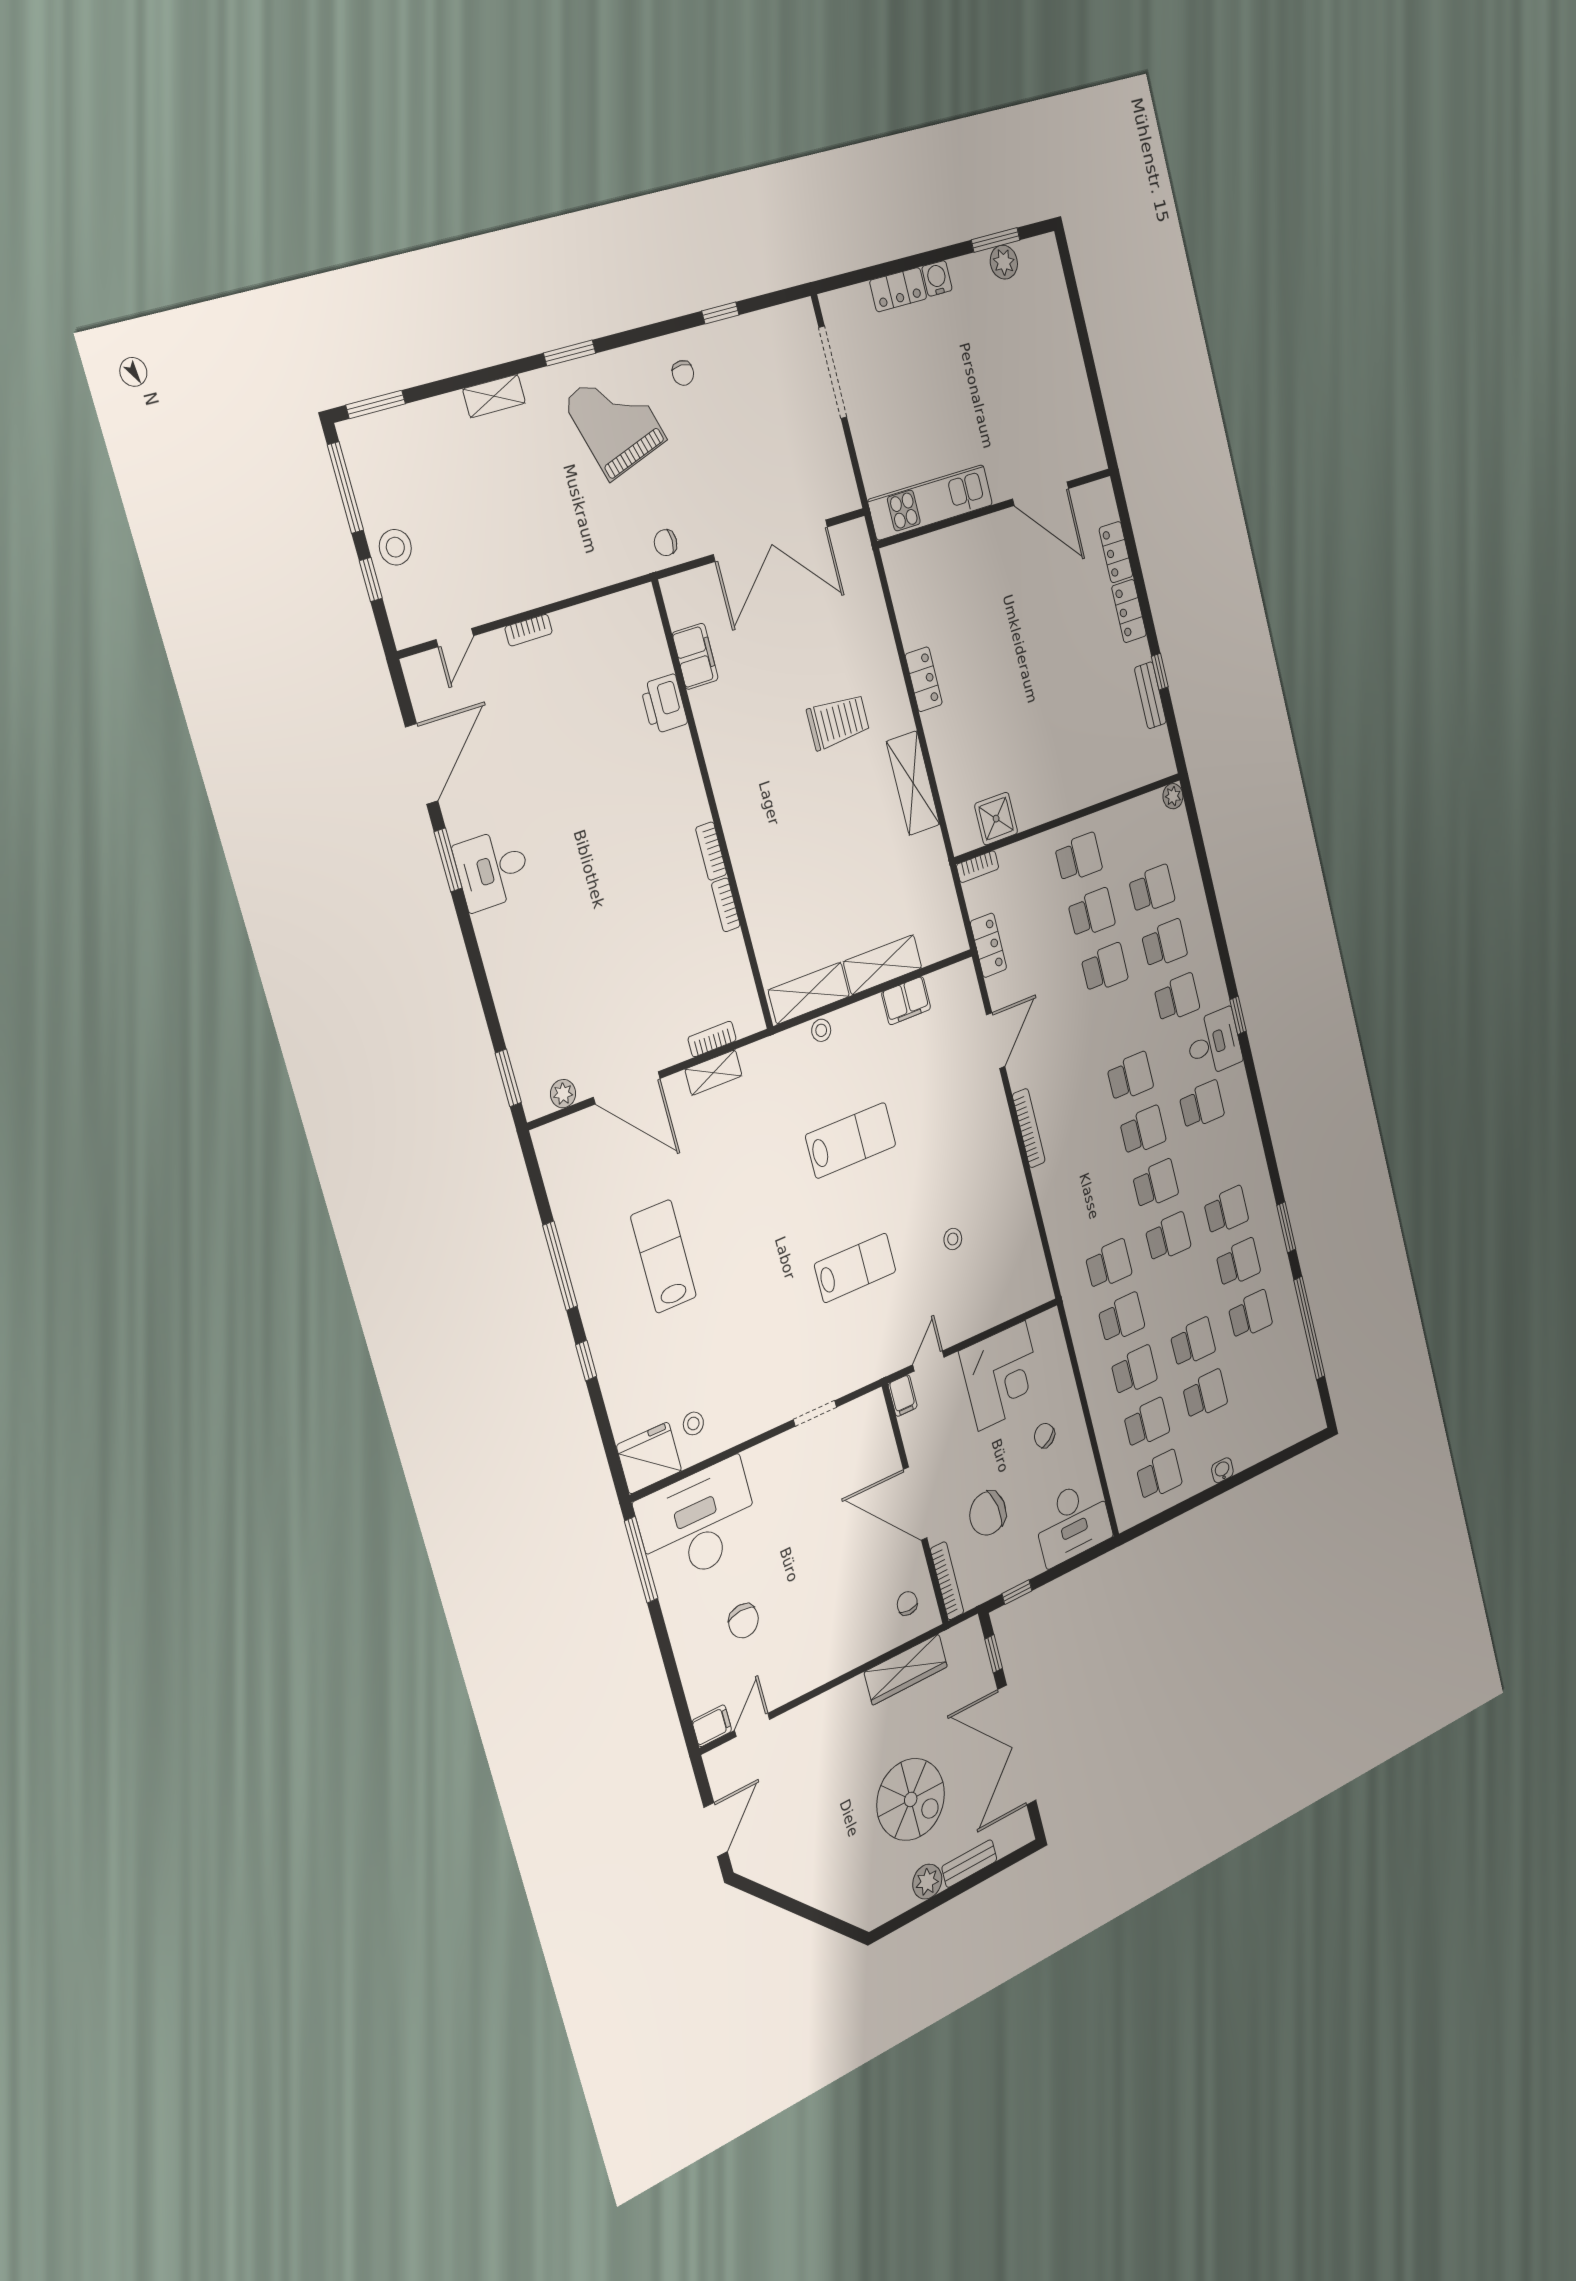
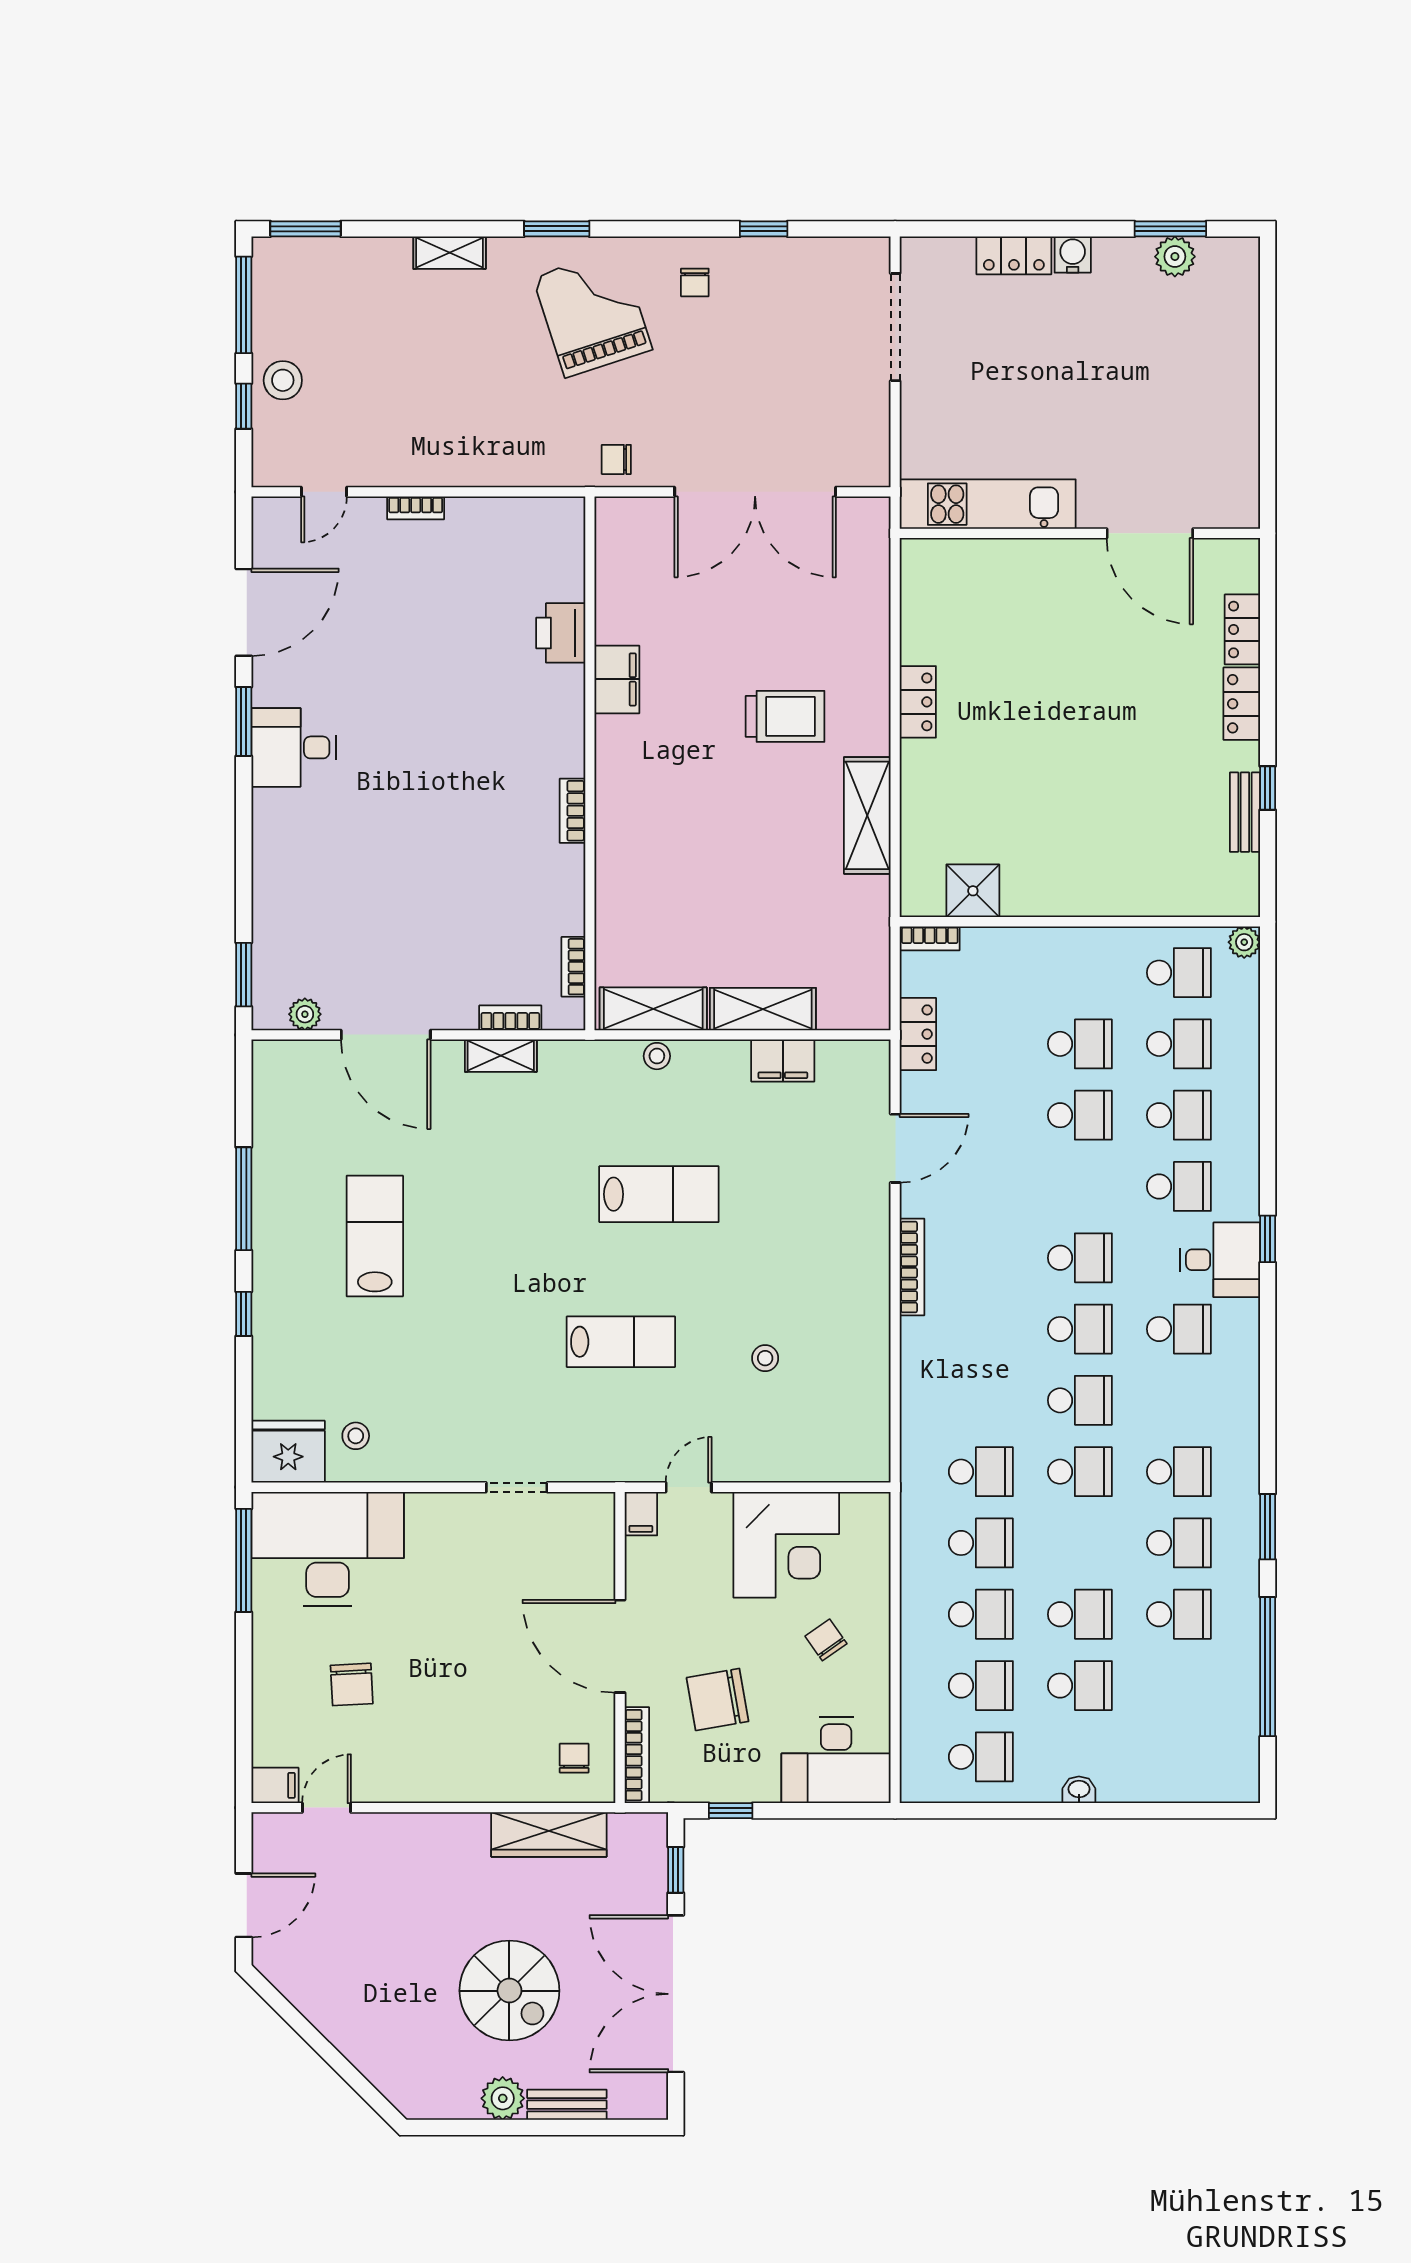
filing cabinet: (695, 656) -> (617, 679), moved
school desk: (1079, 858) -> (1179, 973), moved
bookcase: (726, 905) -> (573, 967), moved

